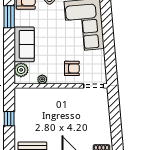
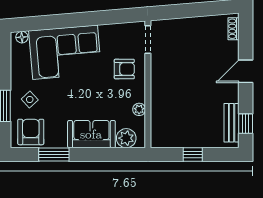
armchair: (72, 68) -> (124, 69), turned 90

